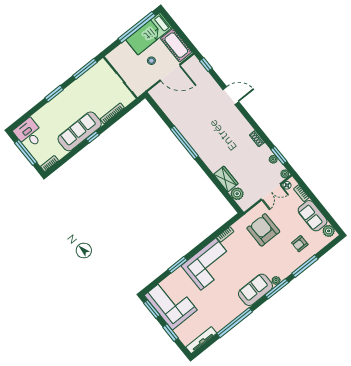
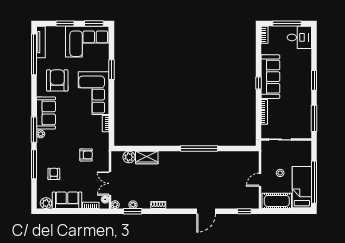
door: (170, 73) -> (260, 180), width x0.53
armchair: (263, 230) -> (86, 155), width x0.53, depth x0.53
armchair: (222, 302) -> (57, 80), added
window: (235, 323) -> (34, 54), moved

